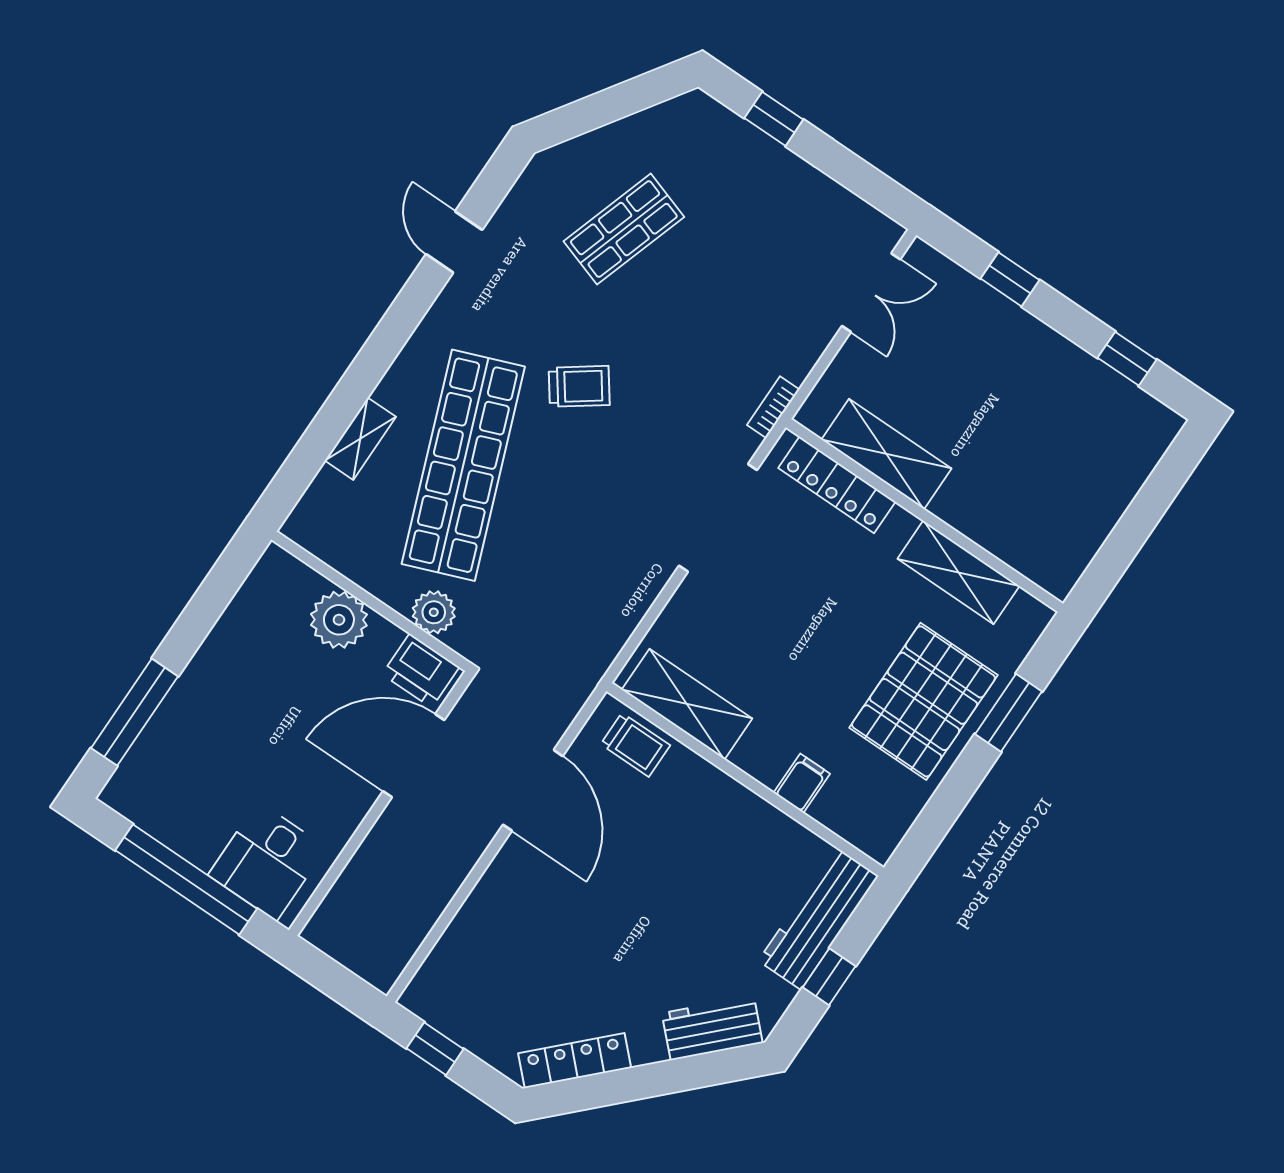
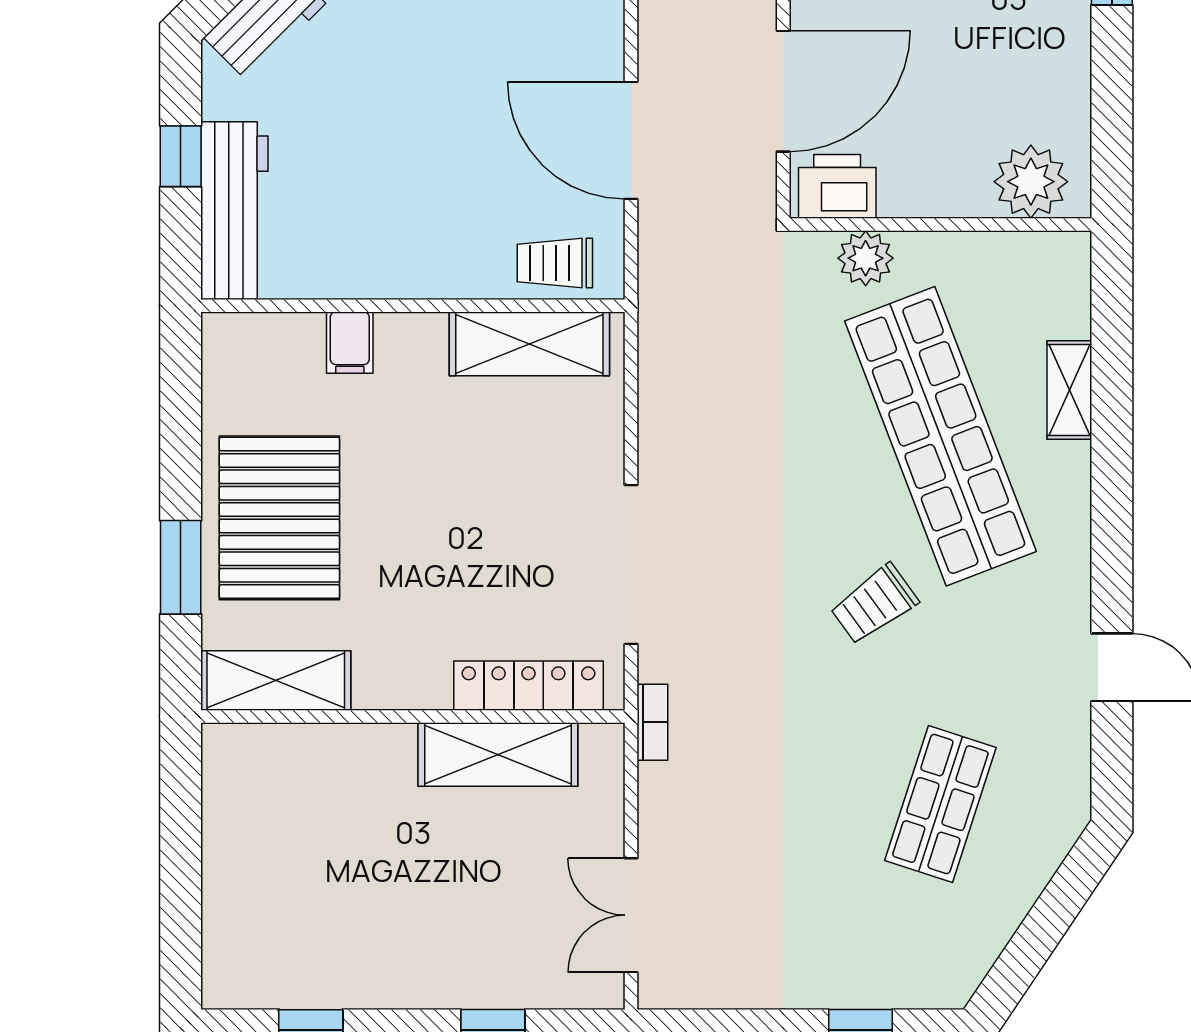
shelving: (958, 572) -> (276, 680), moved
plant: (339, 620) -> (1031, 182), moved

